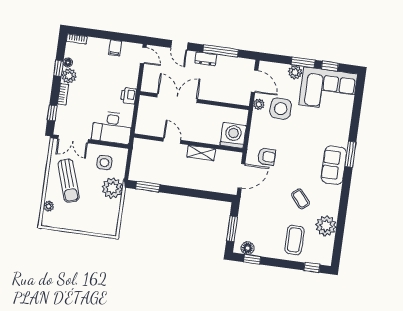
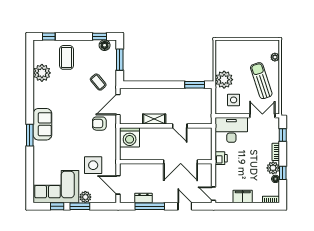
filing cabinet: (115, 48) -> (243, 196), width x2.00
dresser: (206, 59) -> (143, 198), moved
plant: (259, 104) -> (112, 166), removed
coffee table: (300, 199) -> (98, 82), moved

